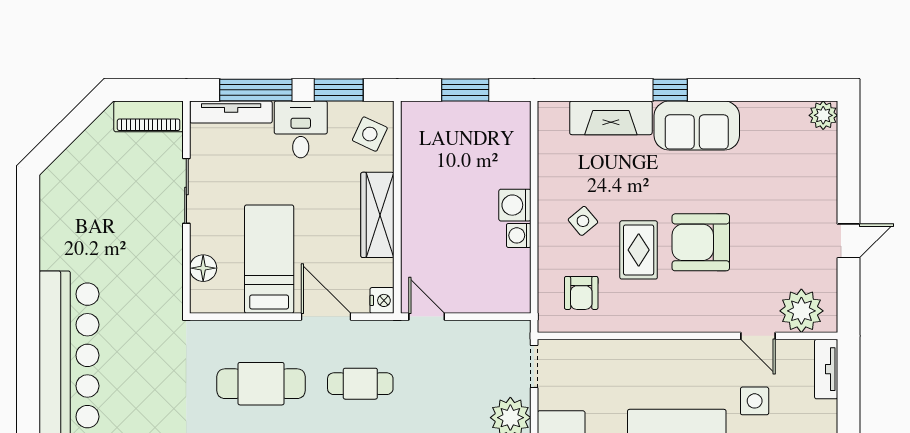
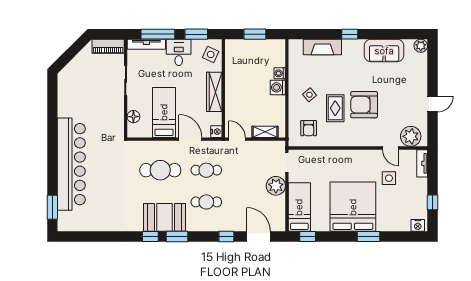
sofa: (697, 126) -> (384, 51), moved
washing machine: (519, 235) -> (280, 73), moved
shelving: (487, 301) -> (265, 132), added

